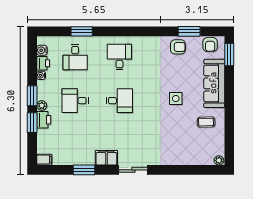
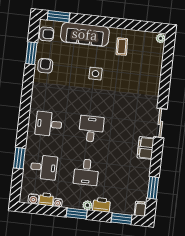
window: (32, 123) -> (122, 219), moved
window: (84, 170) -> (153, 188), moved

